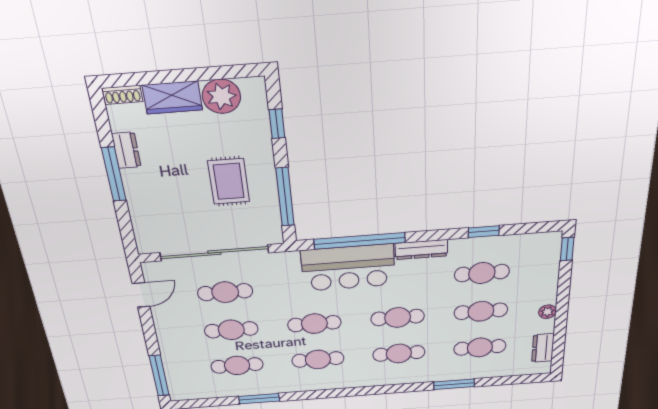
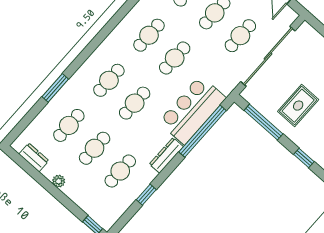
rug: (229, 181) -> (298, 106), turned 90

